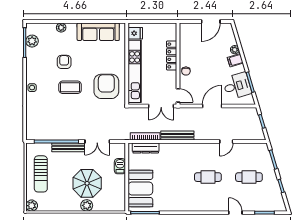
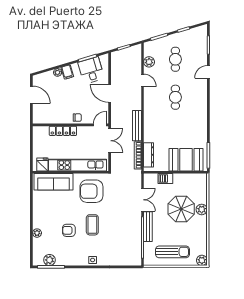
sofa: (98, 32) -> (53, 182), moved, turned 90
plant: (246, 149) -> (149, 62), added

